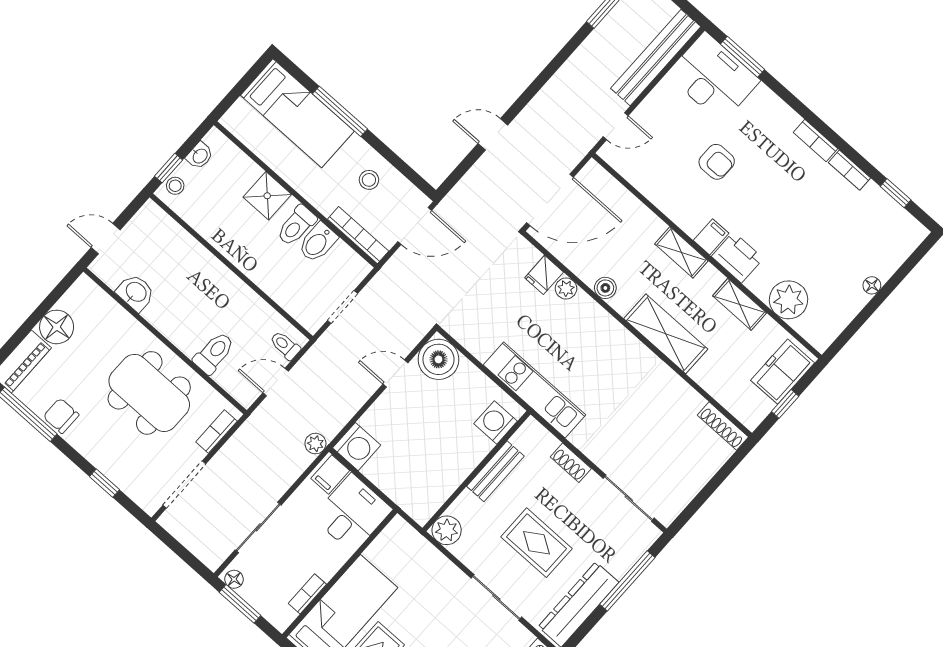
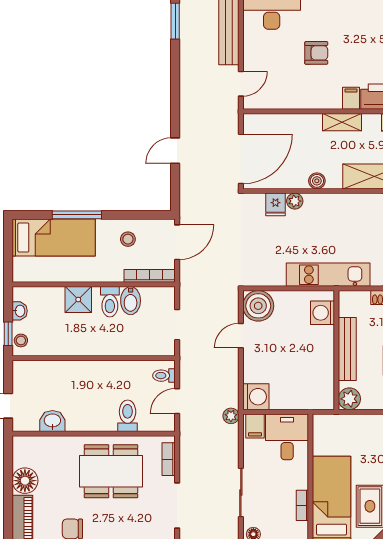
bench: (495, 471) -> (347, 349), width x1.36

